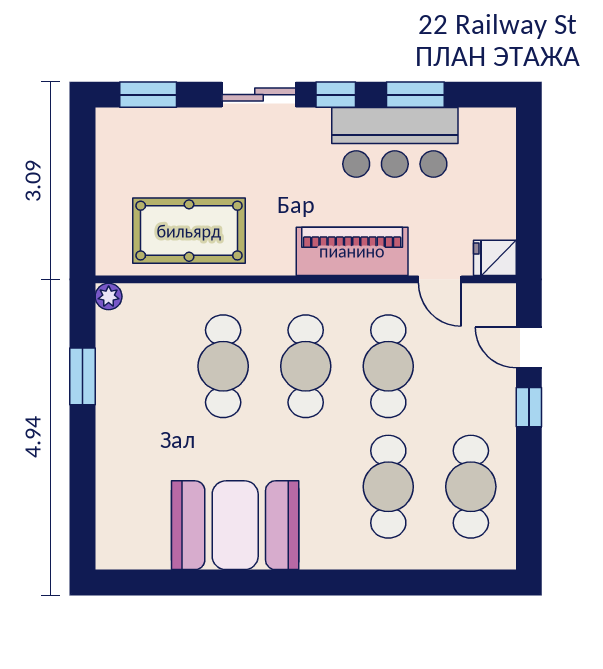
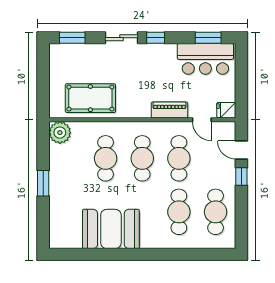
window: (415, 95) -> (208, 38), moved
bar counter: (395, 142) -> (205, 59), moved
piano: (352, 251) -> (169, 110), width x0.73, depth x0.75
plant: (109, 297) -> (60, 133), width x1.87, depth x1.87
window: (82, 376) -> (43, 183), moved

